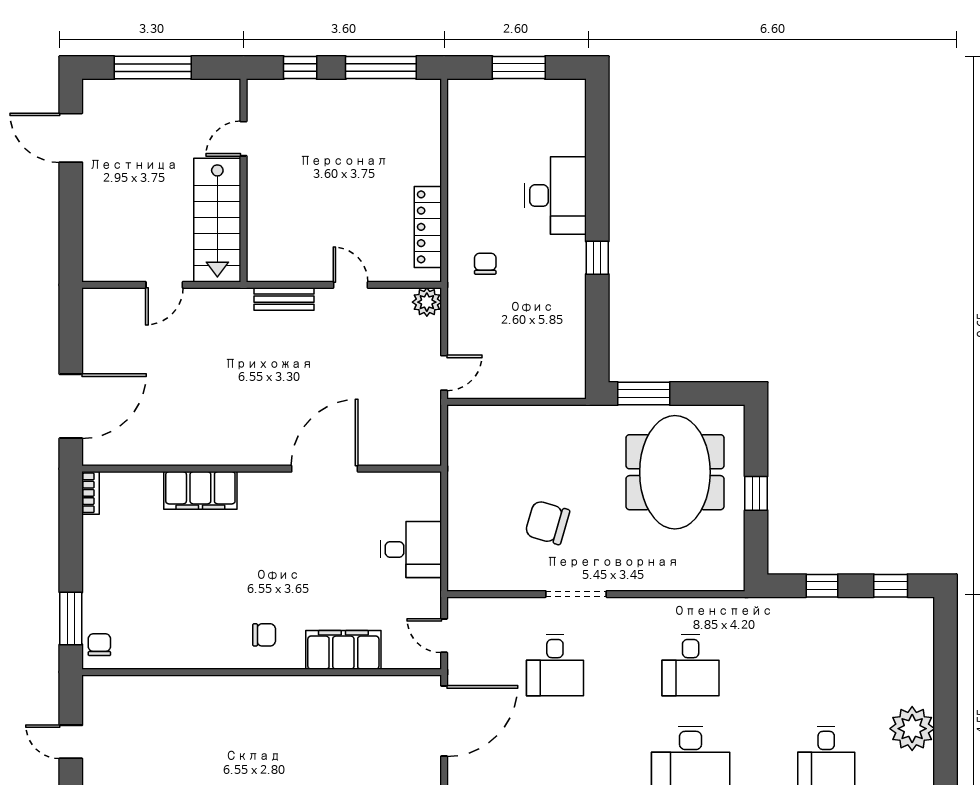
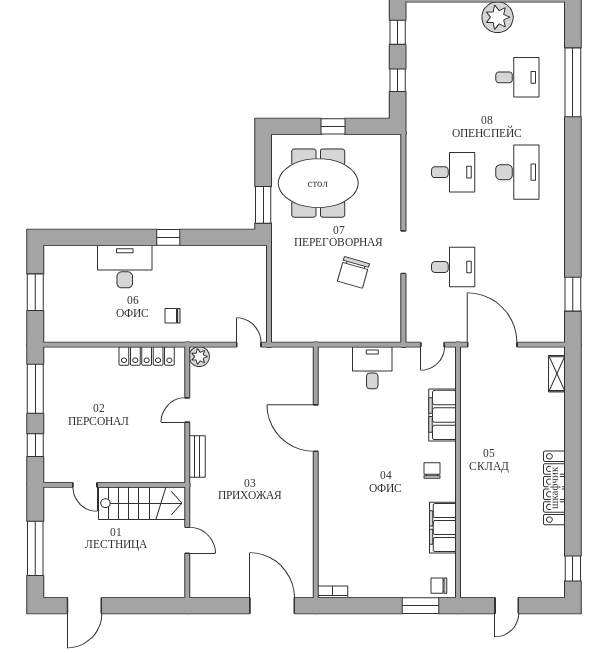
filing cabinet: (200, 490) -> (443, 528), moved, turned 180

